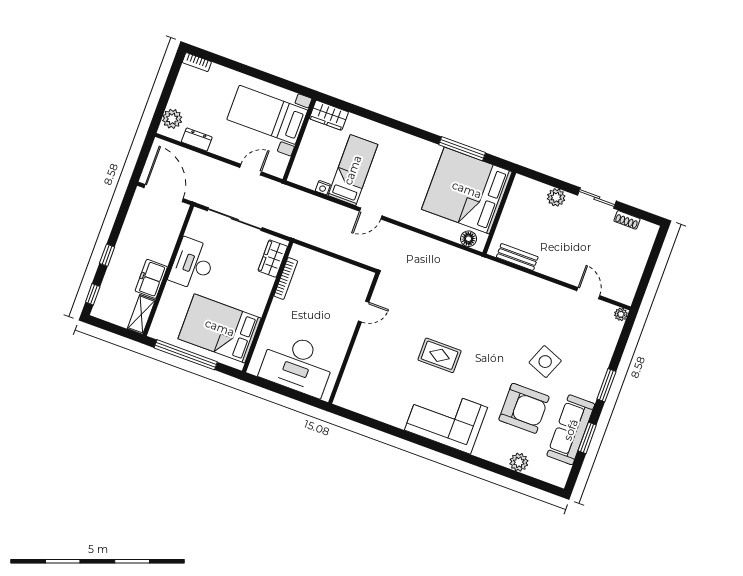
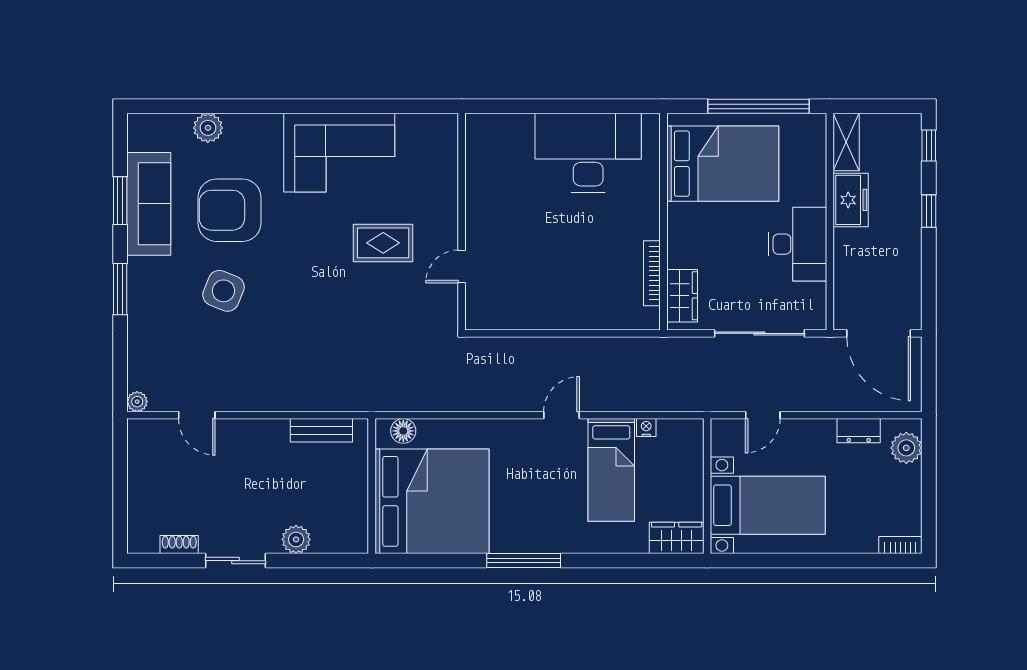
window: (462, 149) -> (524, 561), moved
door: (364, 312) -> (462, 267), moved
wall: (354, 338) -> (462, 222), moved

